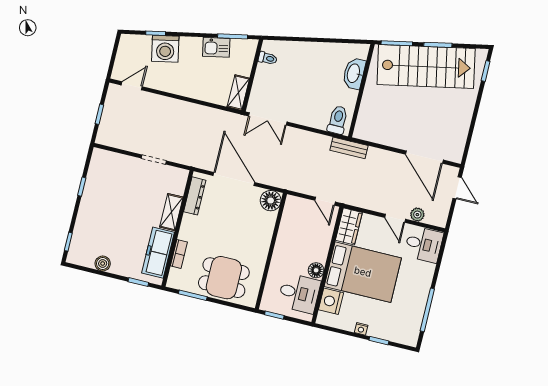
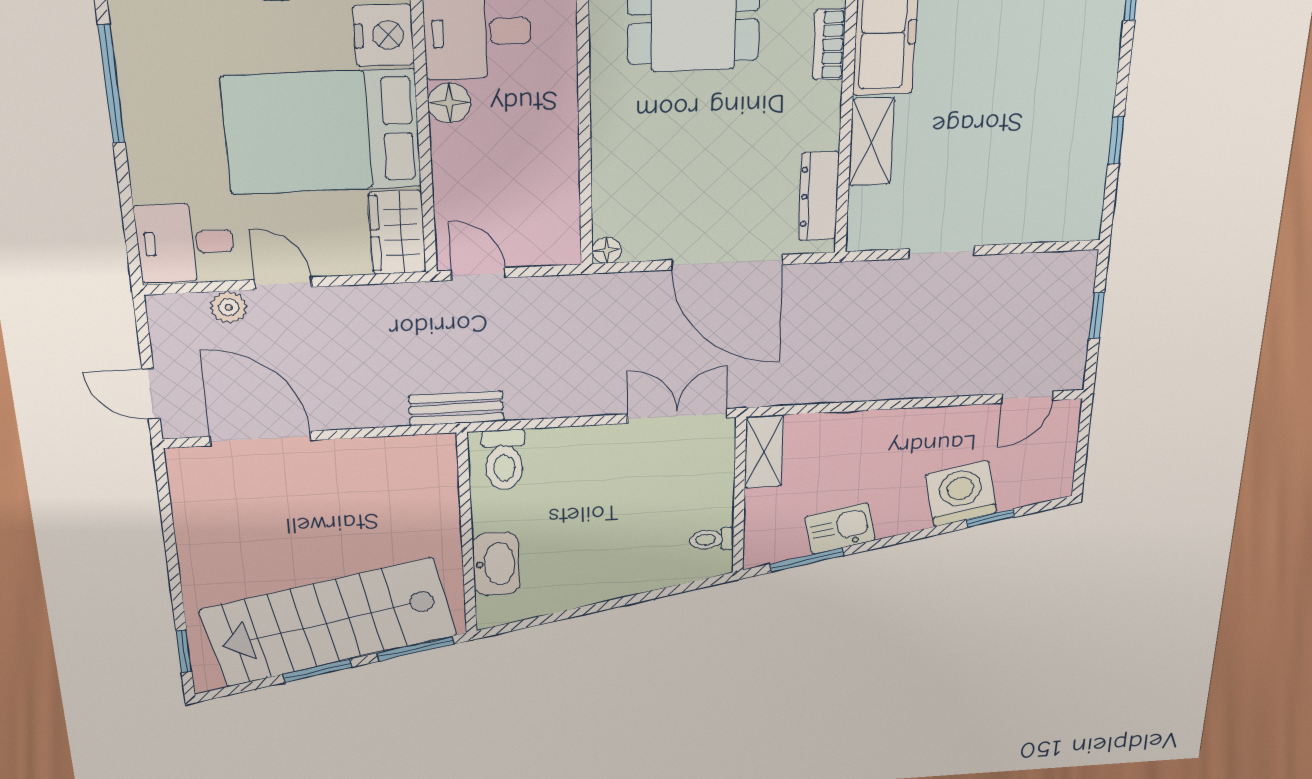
floor lamp: (271, 201) -> (606, 250), width x0.53, depth x0.53

